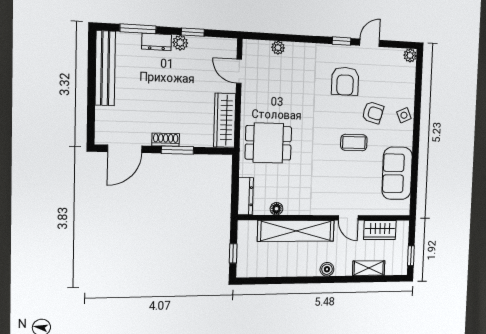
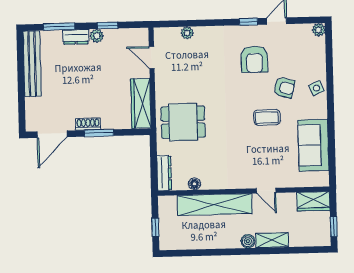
wardrobe: (380, 230) -> (313, 201), moved
shelving: (369, 268) -> (272, 240), moved

